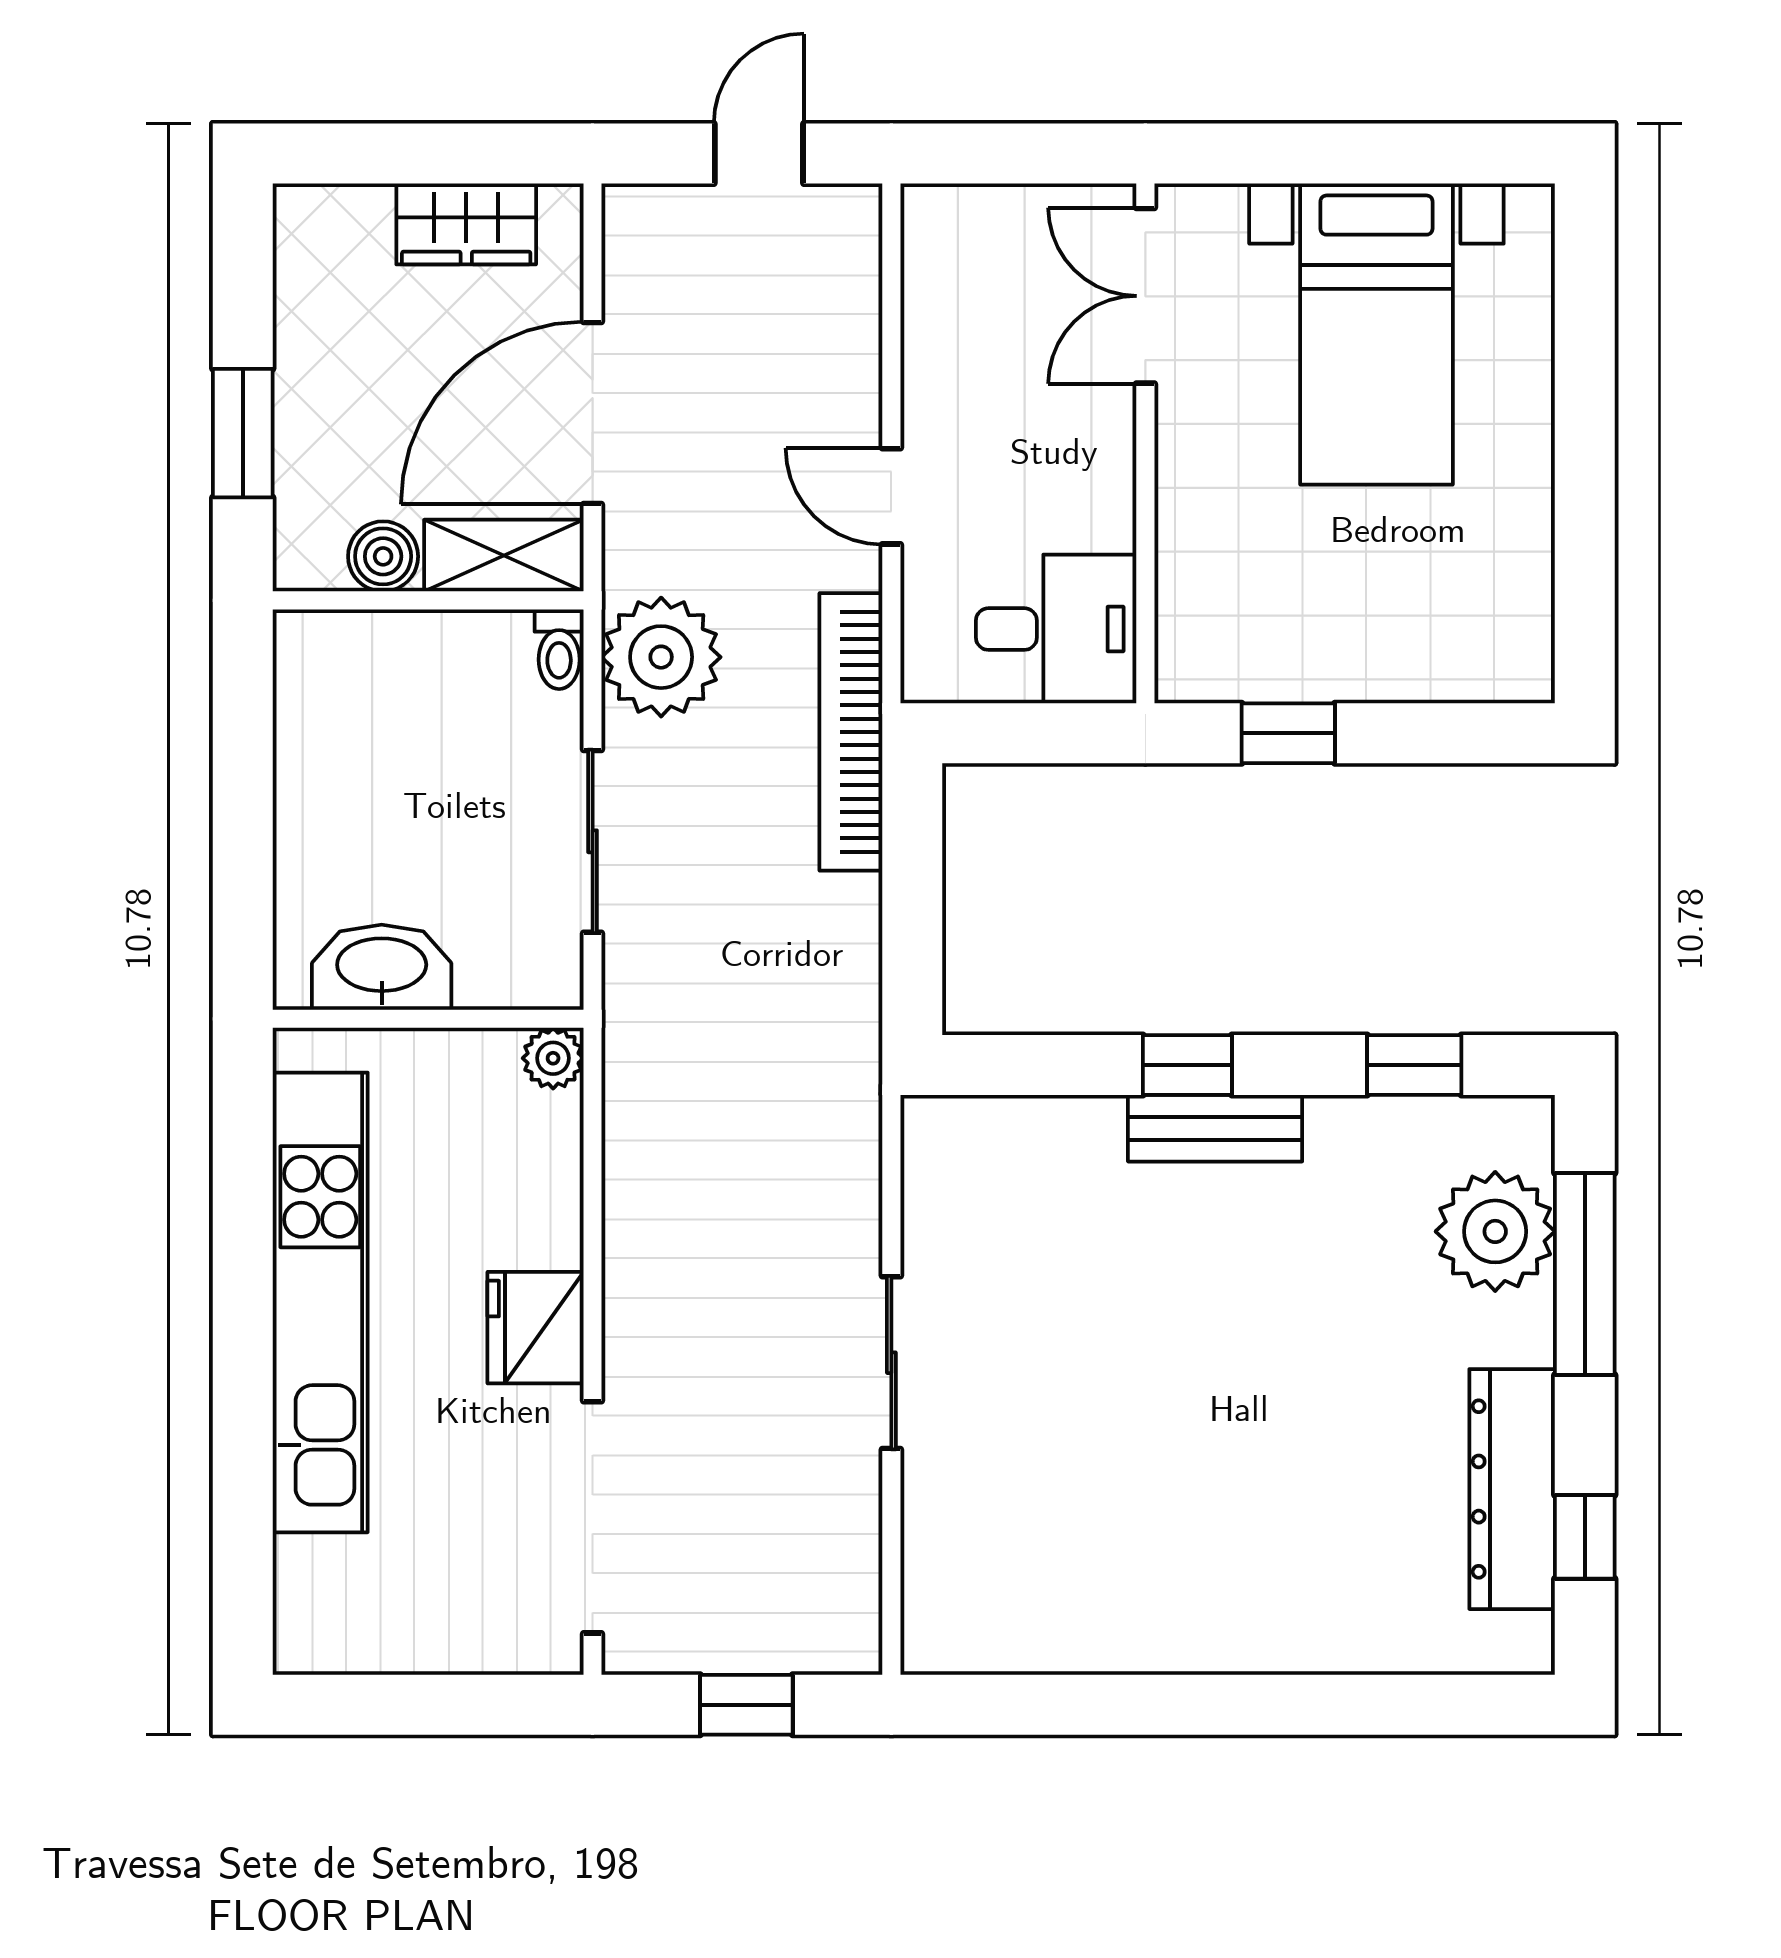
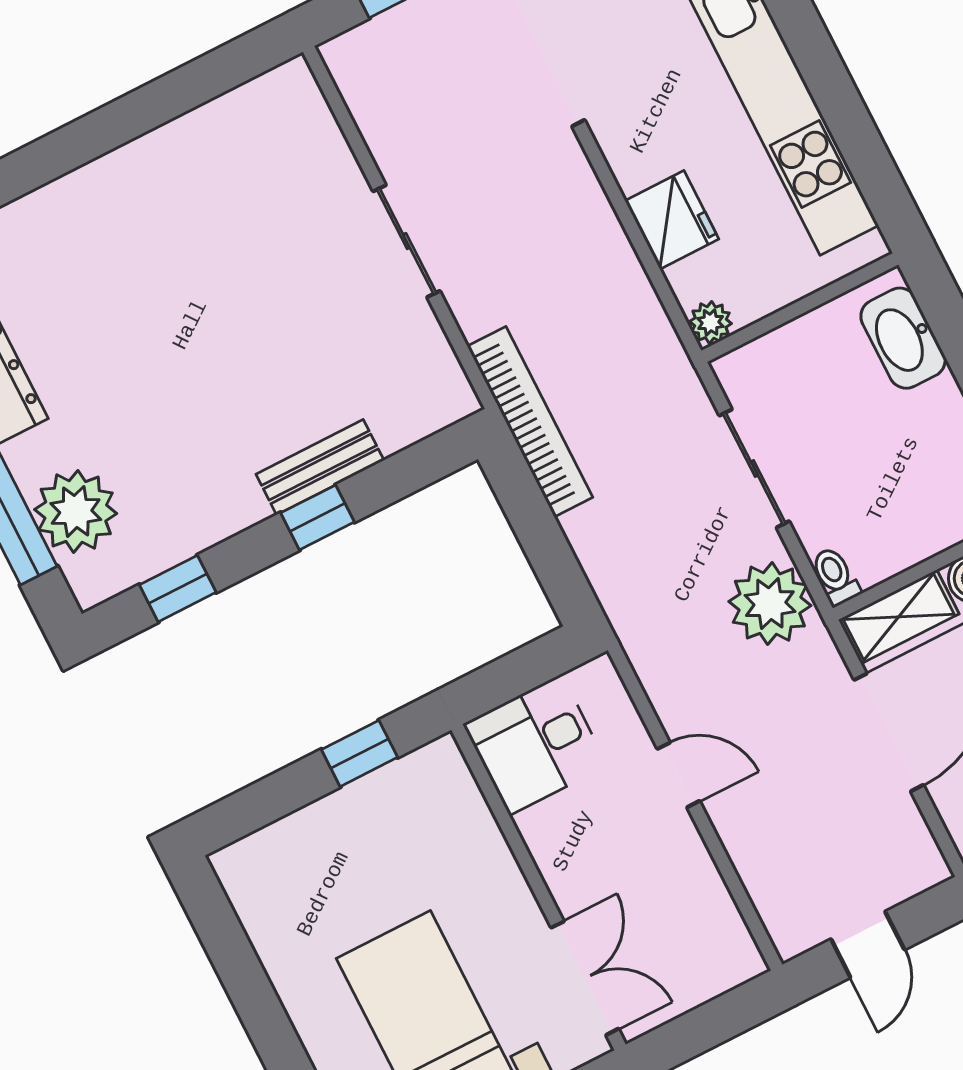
bookcase: (851, 732) -> (530, 422), moved
washbasin: (382, 967) -> (903, 338), moved, turned 90
bench: (1215, 1128) -> (320, 467), moved
fridge: (535, 1328) -> (672, 220), moved

